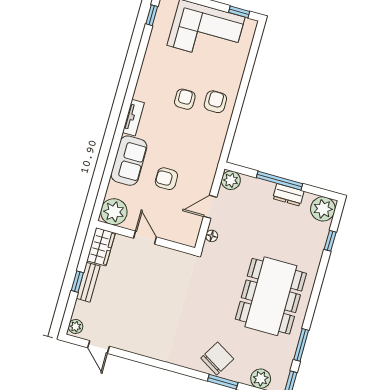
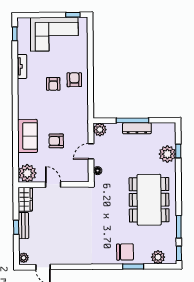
armchair: (185, 99) -> (53, 84), turned 180
tv unit: (133, 118) -> (22, 66), moved
dresser: (288, 195) -> (137, 128), width x1.44
plant: (323, 209) -> (167, 154), moved
chair: (217, 359) -> (125, 252), turned 59

